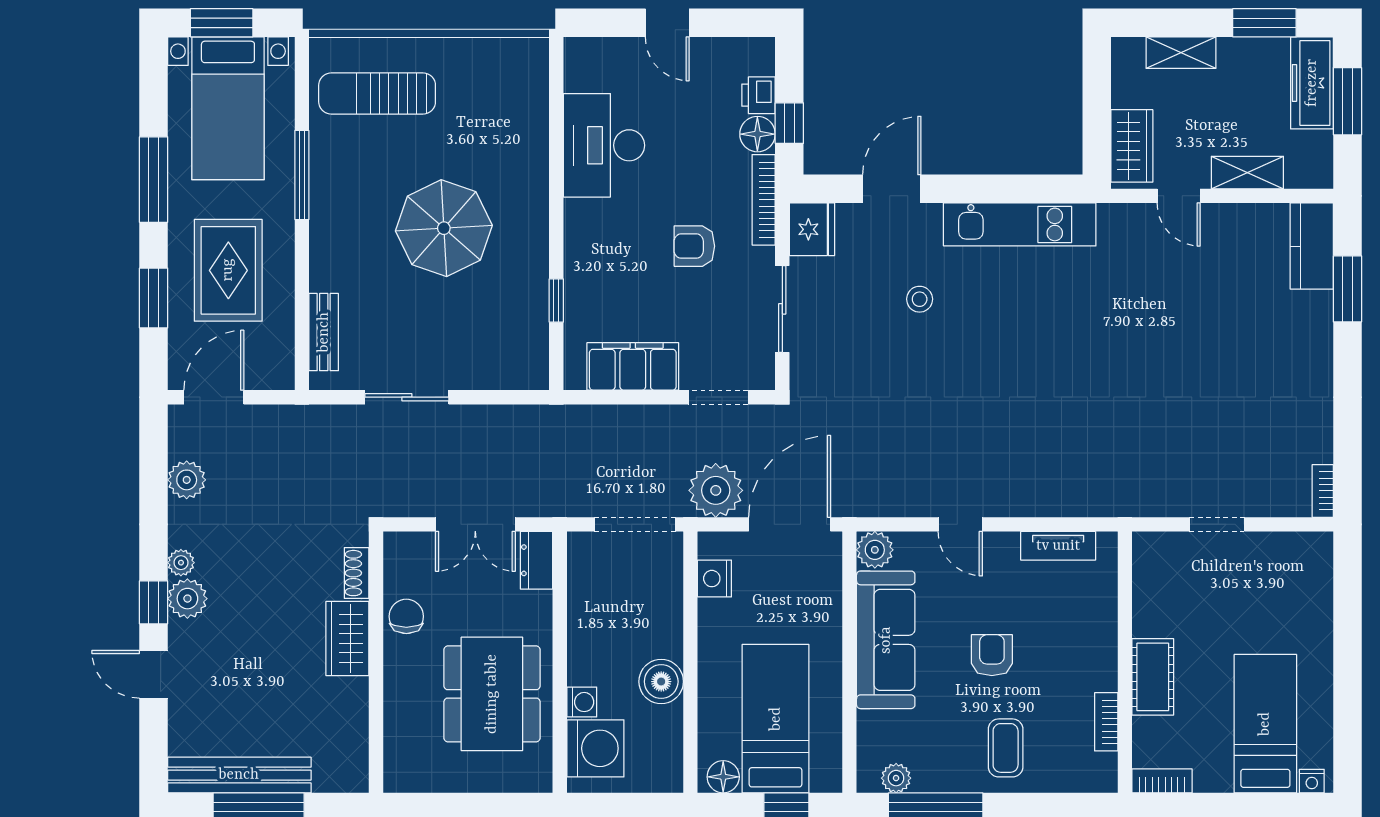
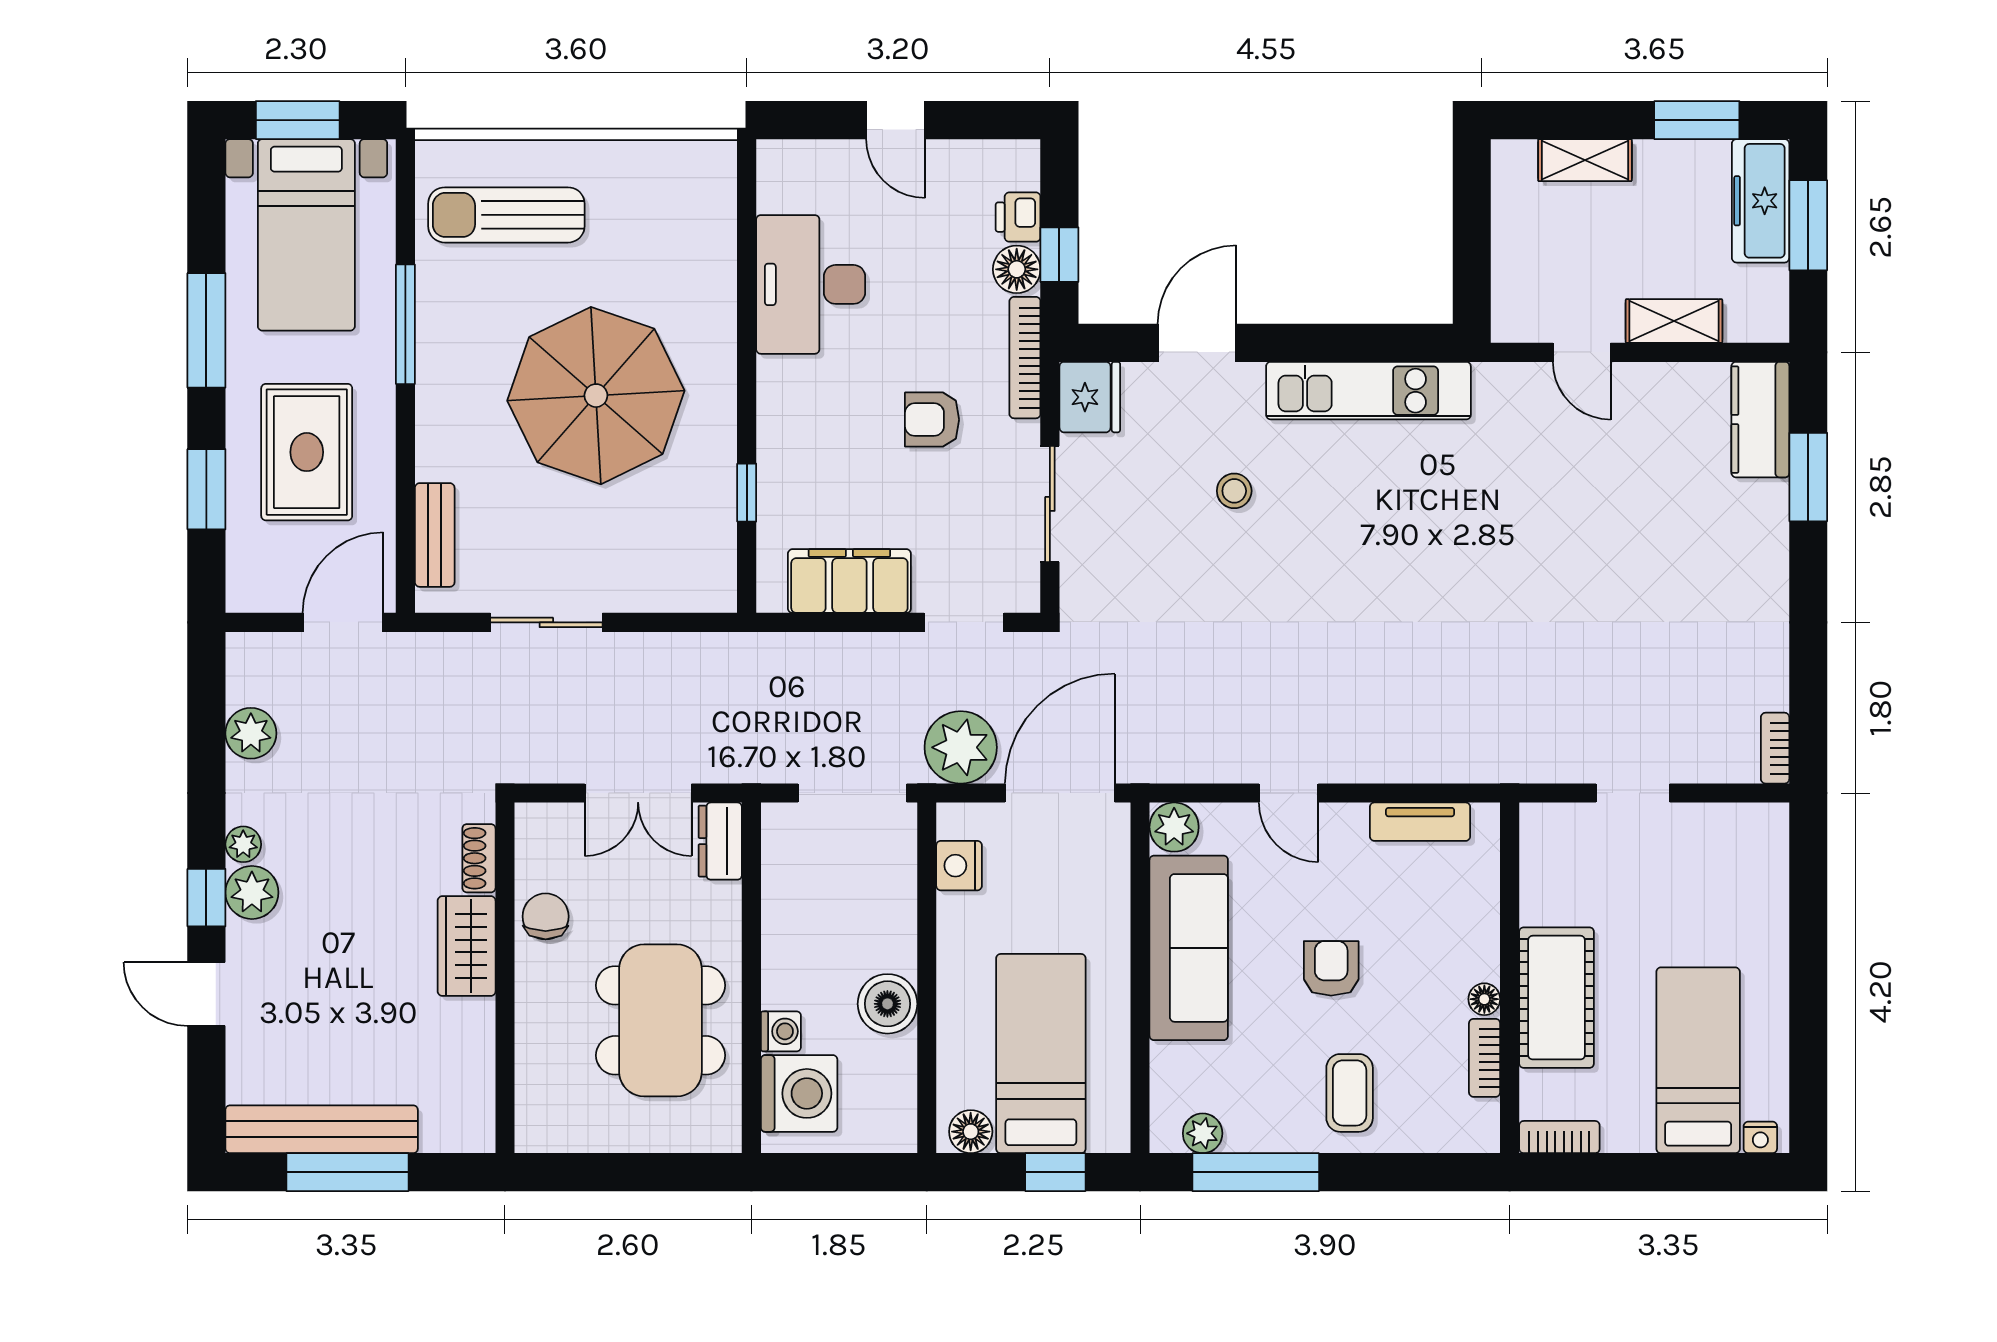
wardrobe: (1132, 146) -> (1519, 285), removed
parasol: (444, 228) -> (596, 396), width x1.36, depth x1.36
door: (214, 397) -> (343, 622), moved
cot: (1153, 677) -> (1557, 998), width x1.37, depth x1.34
floor lamp: (1106, 678) -> (1484, 999), added

